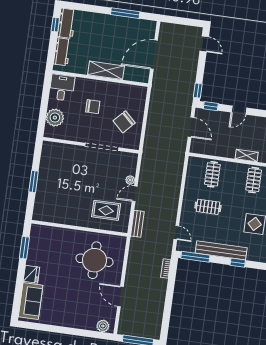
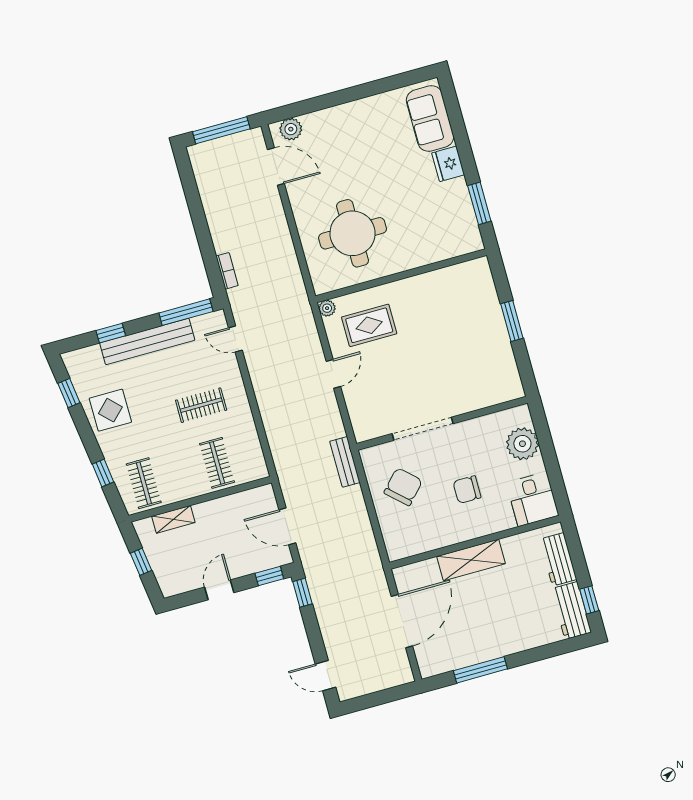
plant: (130, 180) -> (327, 308), moved
bench: (137, 224) -> (345, 462), moved
door: (120, 297) -> (276, 166), moved

